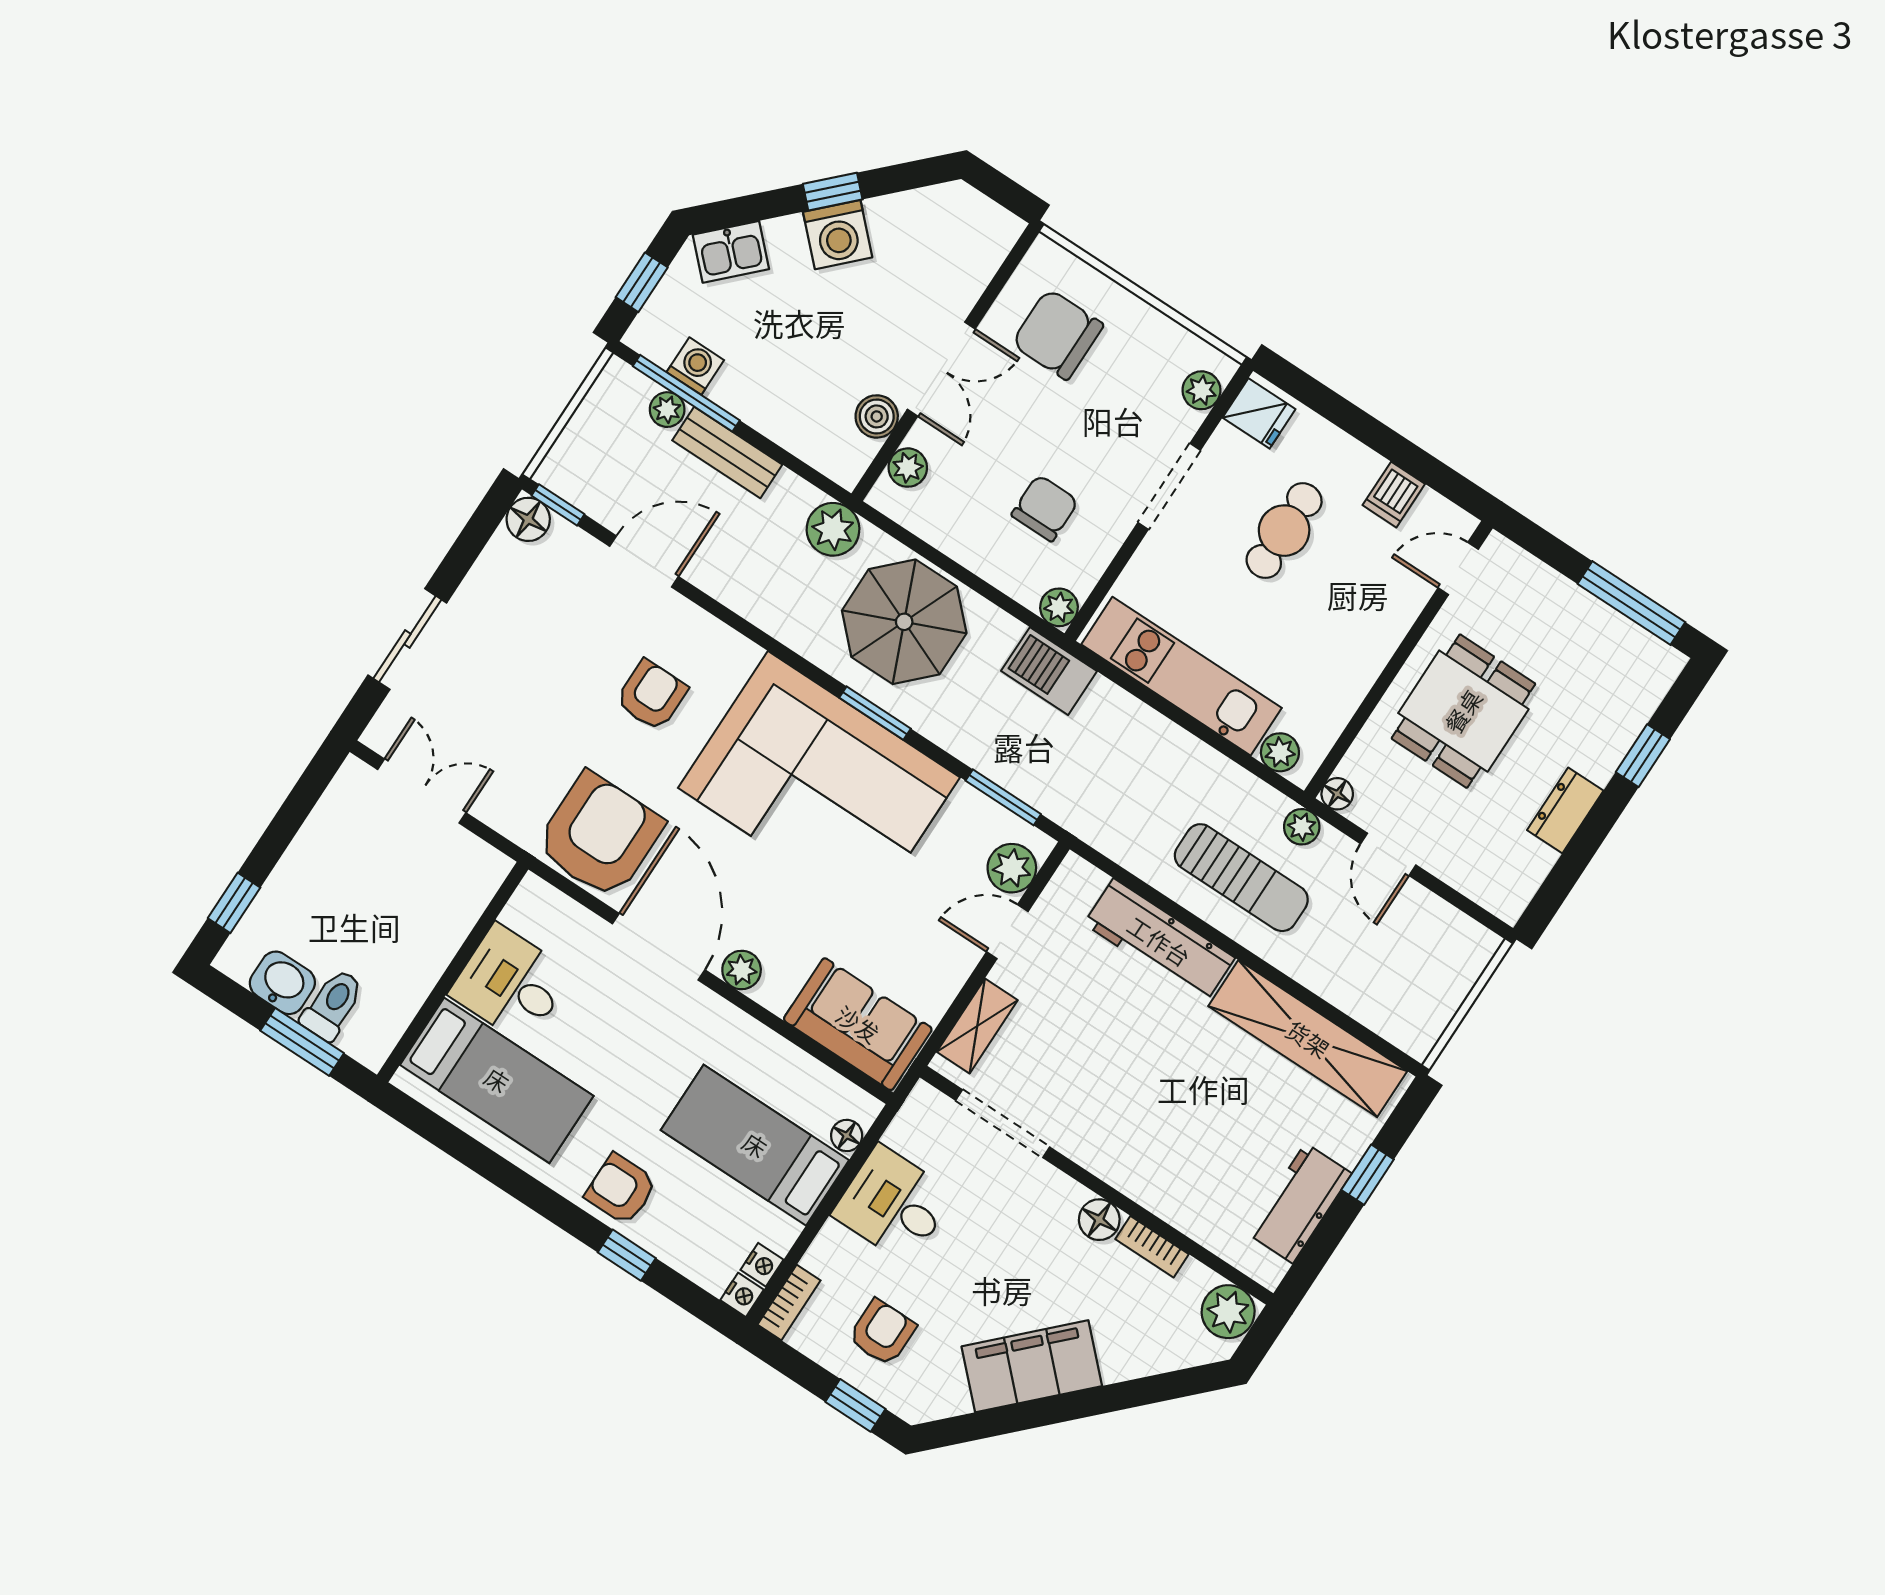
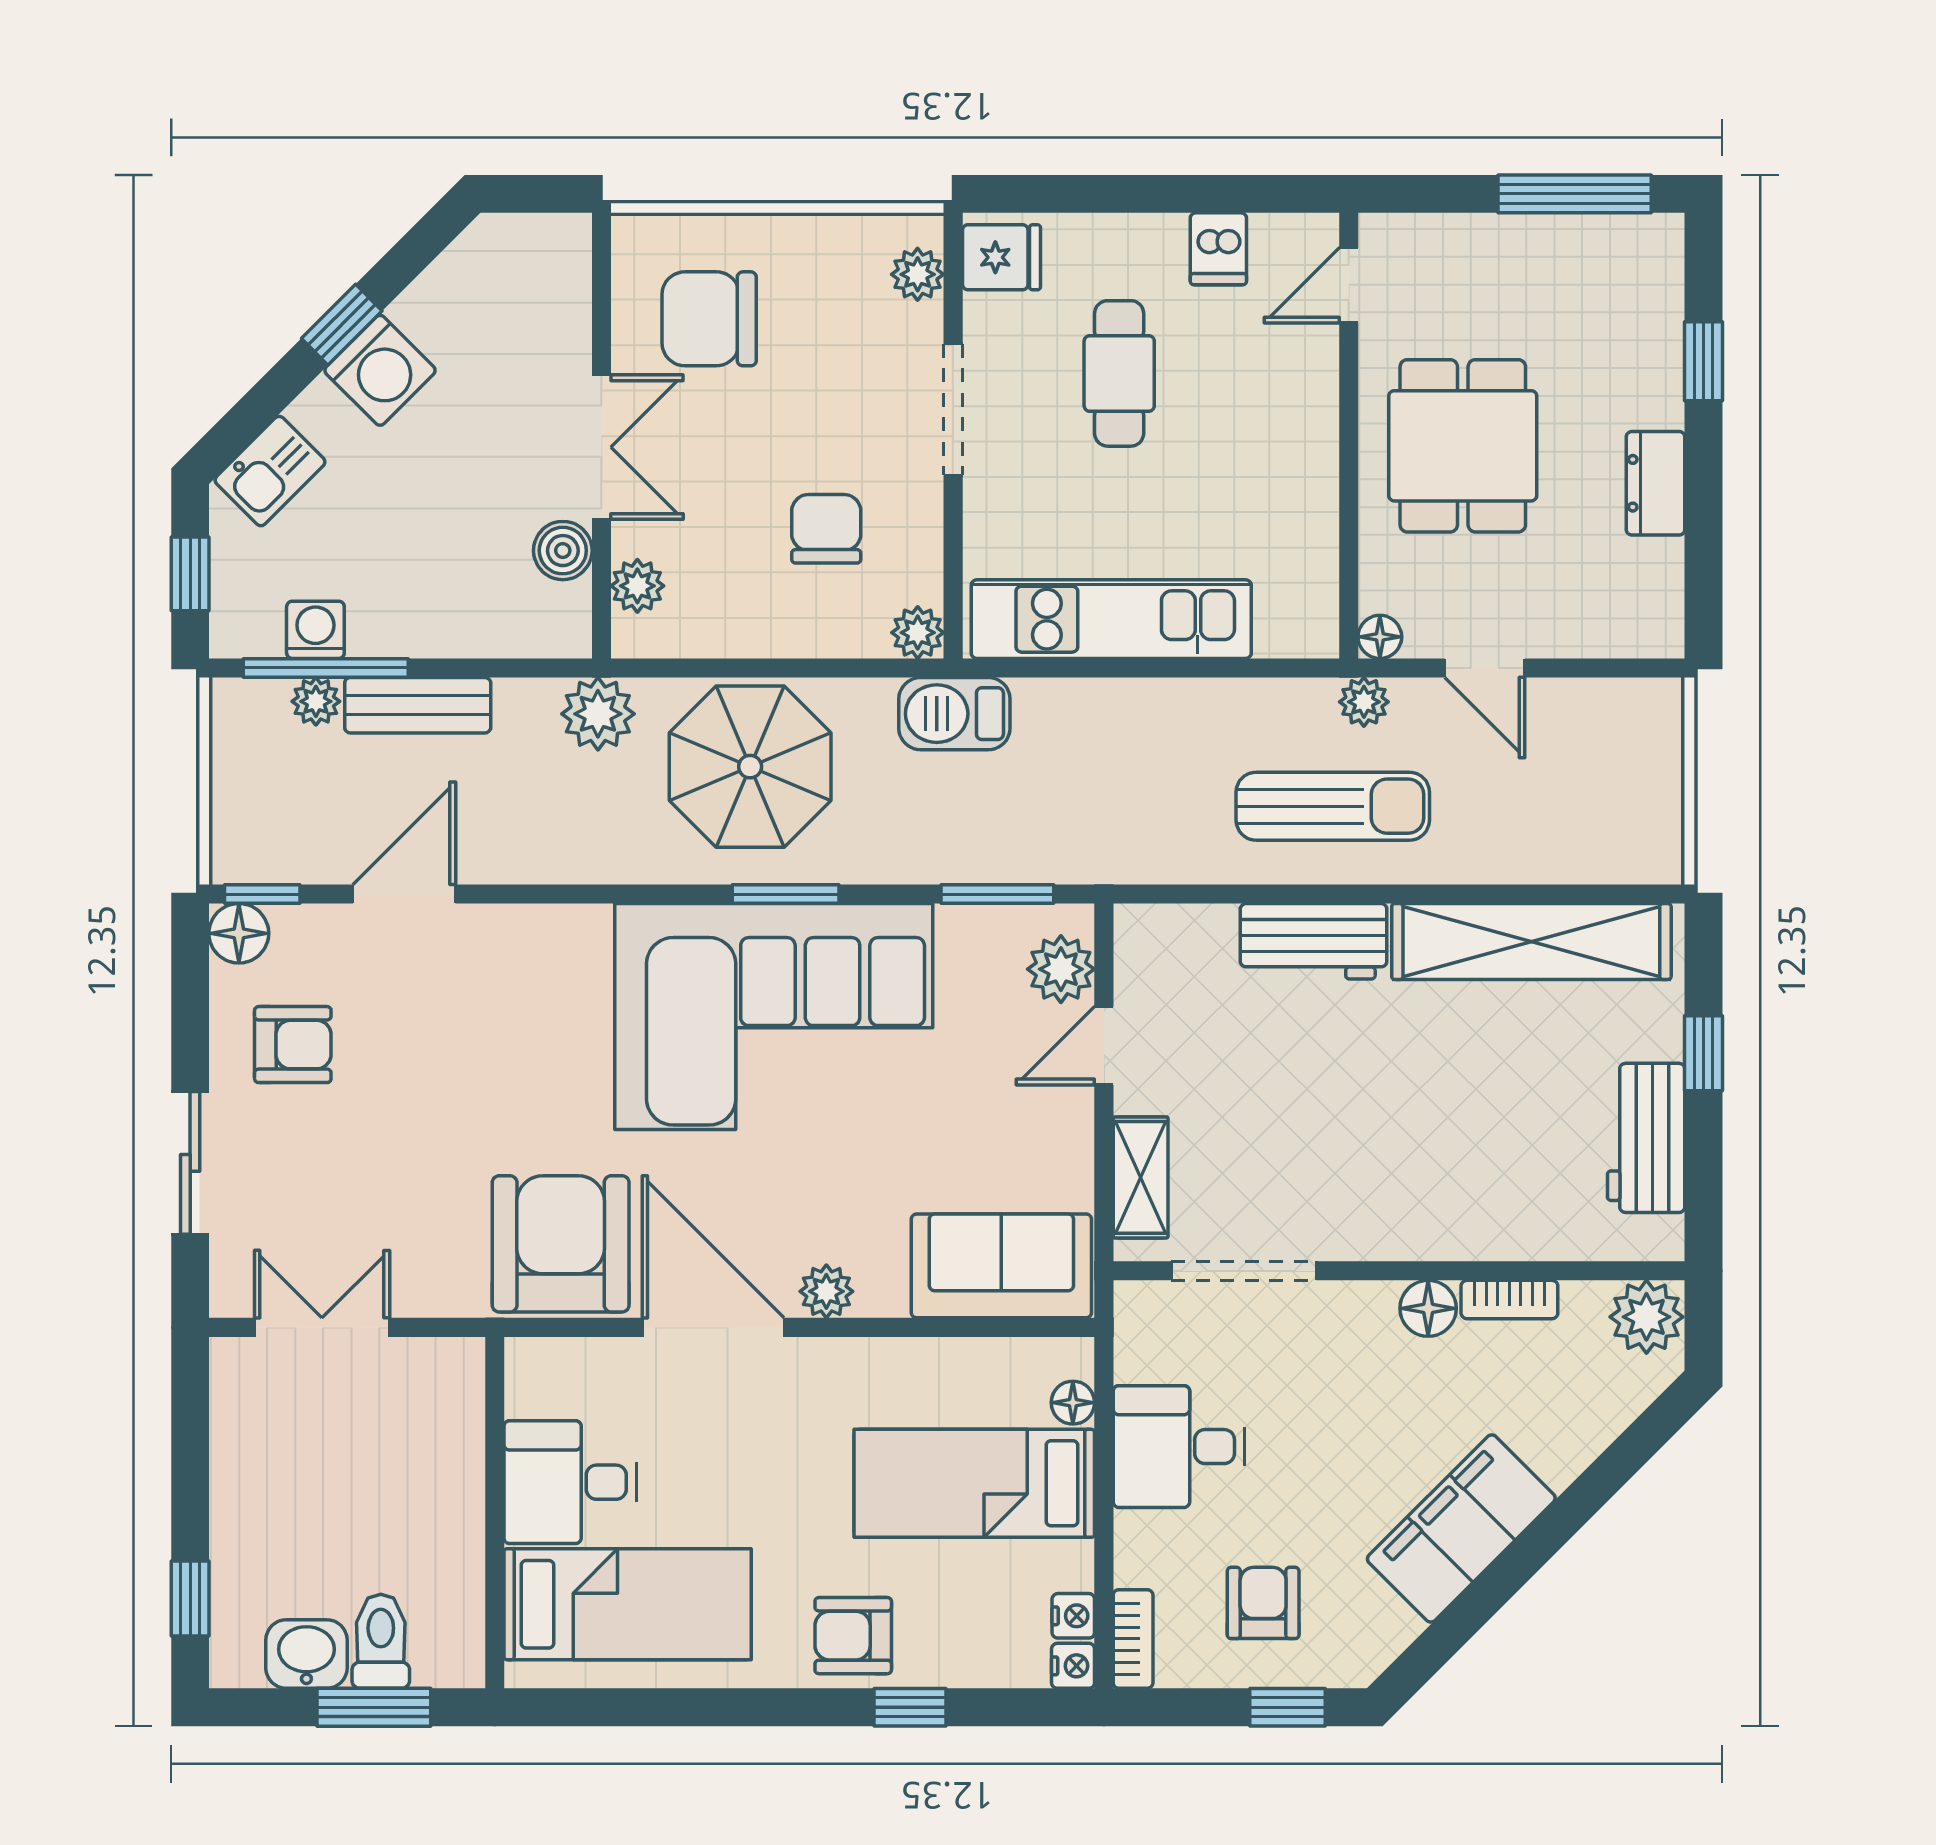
armchair: (652, 695) -> (293, 1045), moved, turned 90
plant: (1280, 752) -> (1282, 632), removed
workbench: (1159, 941) -> (1314, 941), width x0.73

